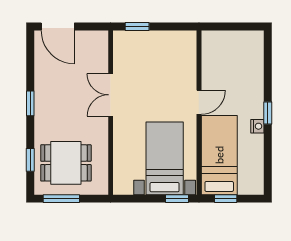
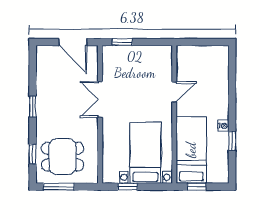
door: (58, 26) -> (73, 42), moved
door: (199, 102) -> (174, 92), moved
window: (268, 113) -> (232, 141), moved
window: (177, 199) -> (128, 187), moved

